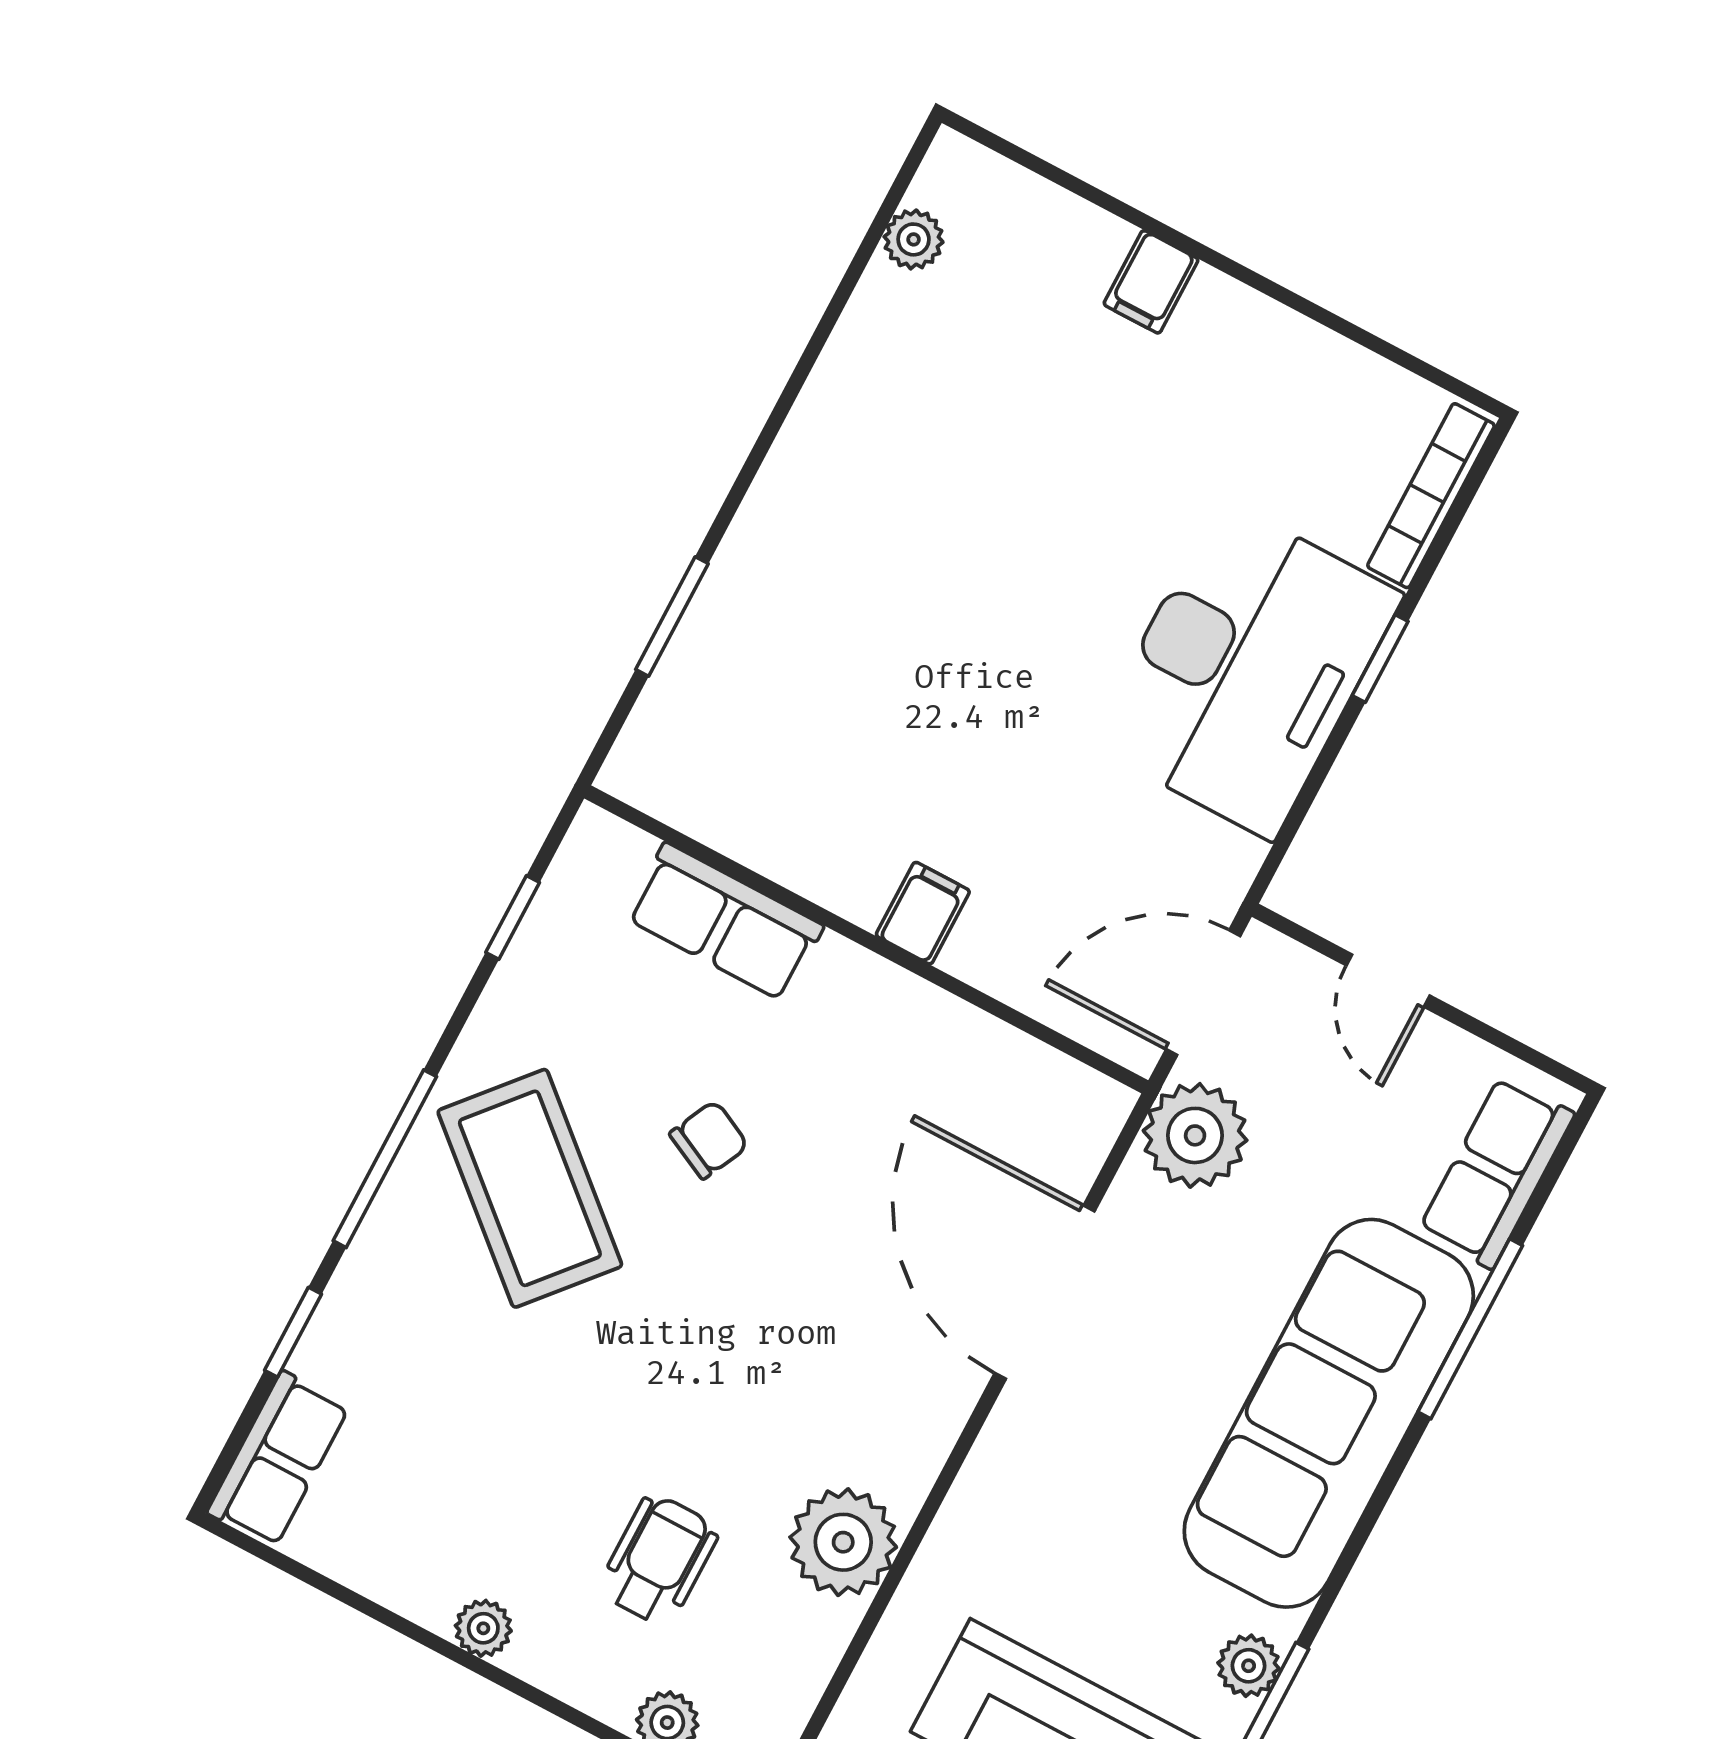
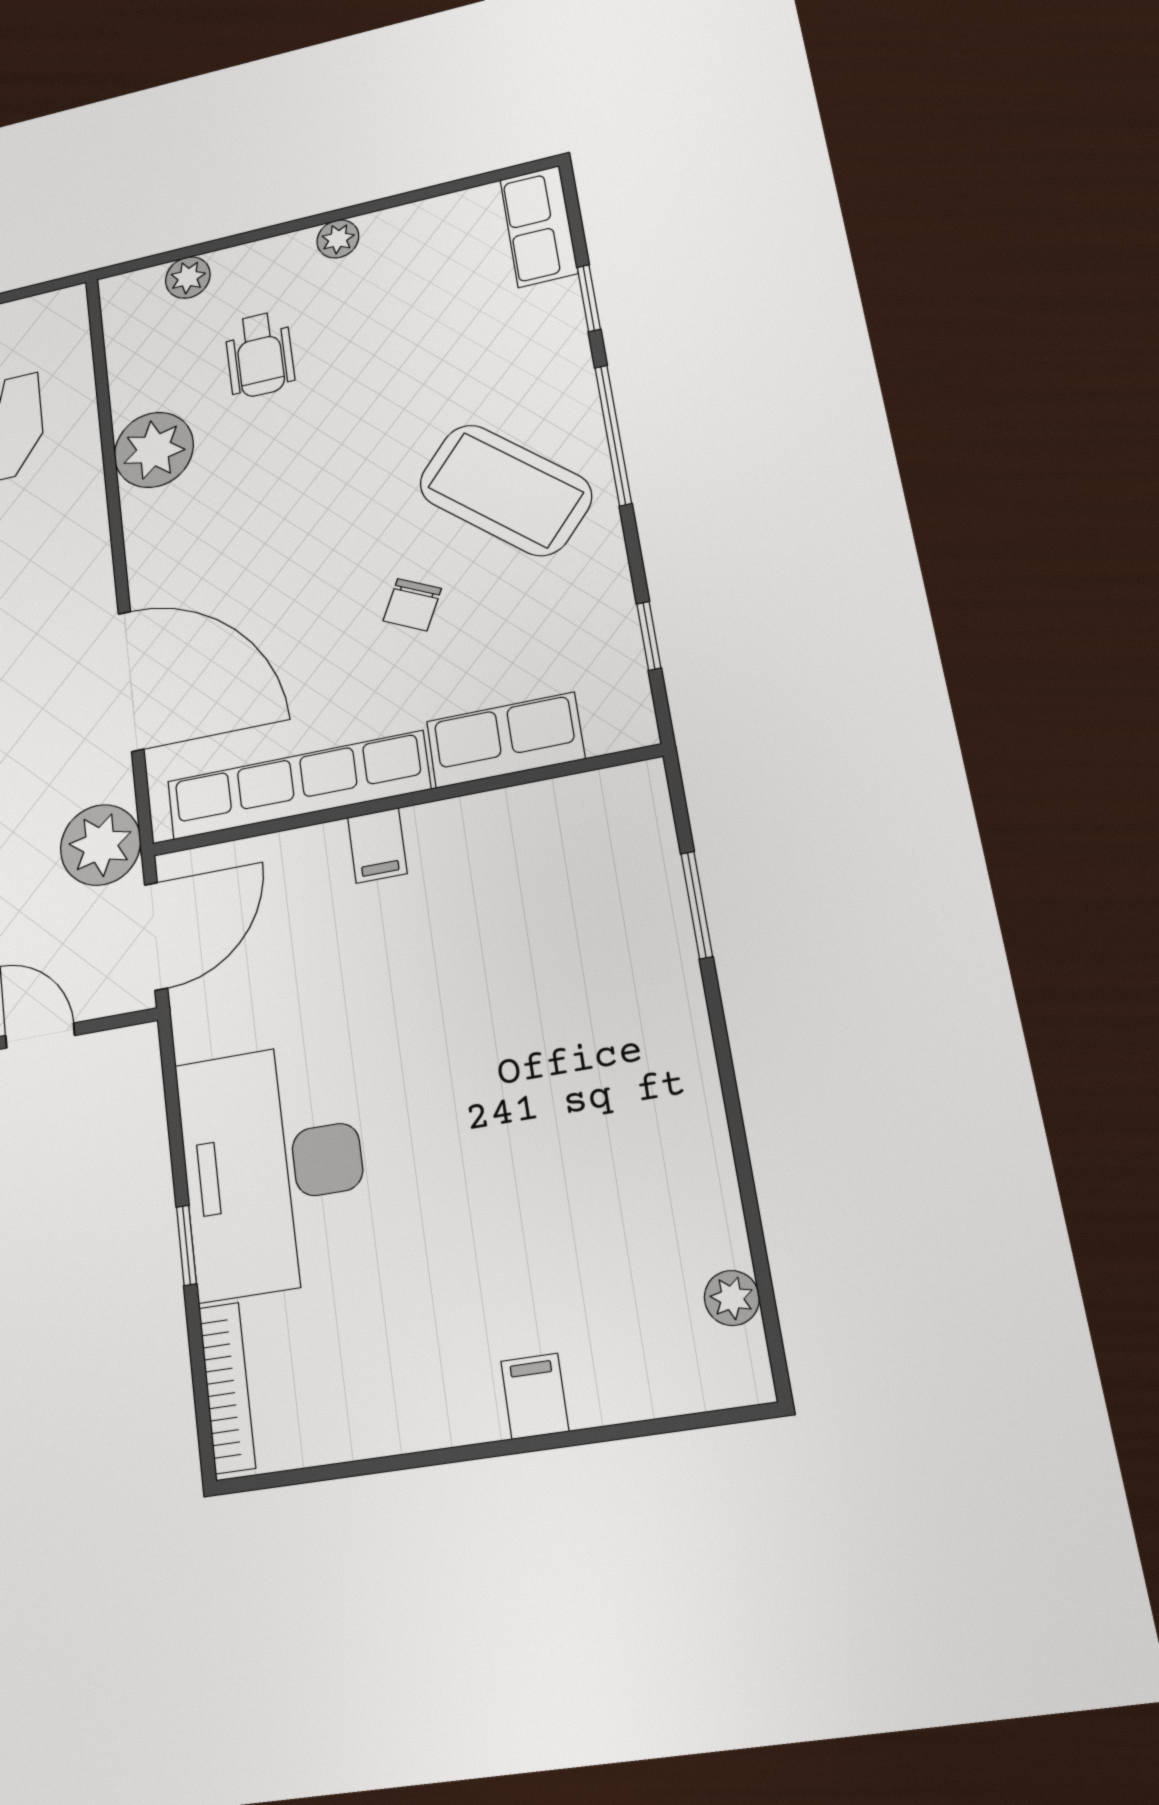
row of seats: (956, 1039) -> (298, 785), added

